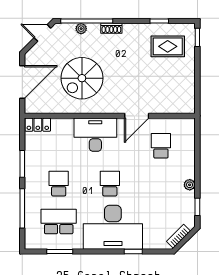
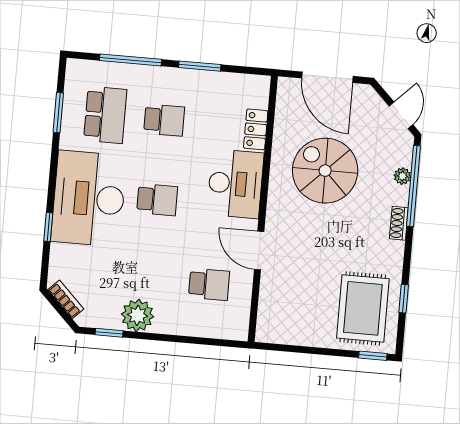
rug: (168, 46) -> (363, 308), width x1.36, depth x1.43
locker: (38, 125) -> (256, 129), moved
plant: (190, 185) -> (138, 315), width x1.87, depth x1.87

